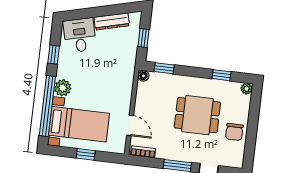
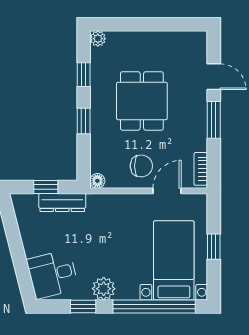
dresser: (112, 21) -> (62, 202), moved, turned 104
window: (164, 68) -> (84, 121), moved
plant: (63, 88) -> (104, 289), moved
chair: (234, 132) -> (141, 166), moved

